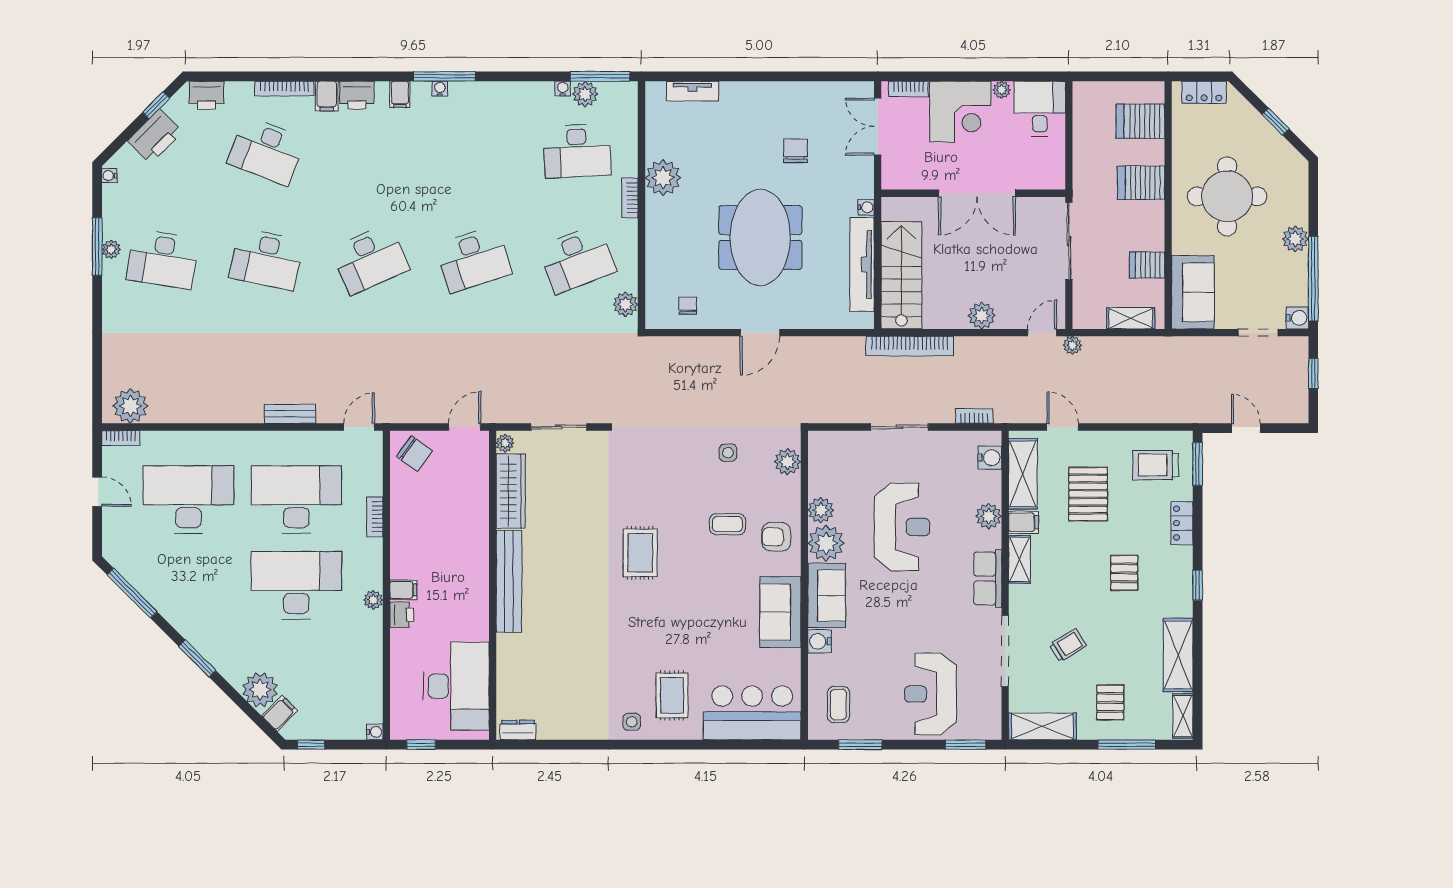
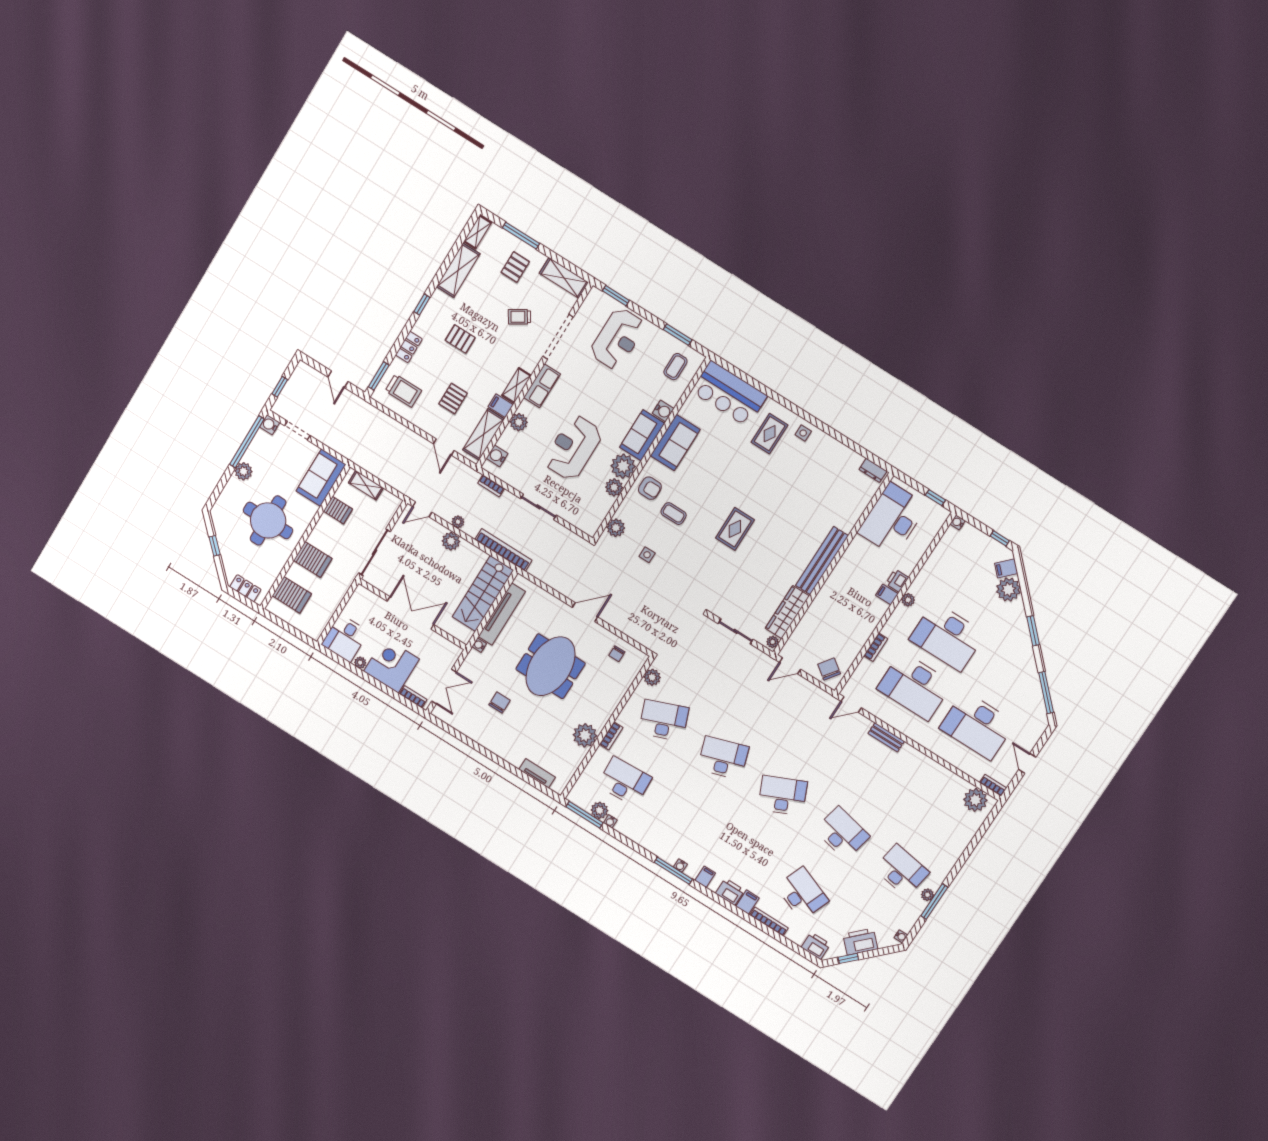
chair: (796, 151) -> (499, 703), turned 180
plant: (1072, 345) -> (458, 522), moved
pallet: (1088, 494) -> (453, 399), width x0.67, depth x0.71
pallet: (1124, 573) -> (460, 339), turned 90

